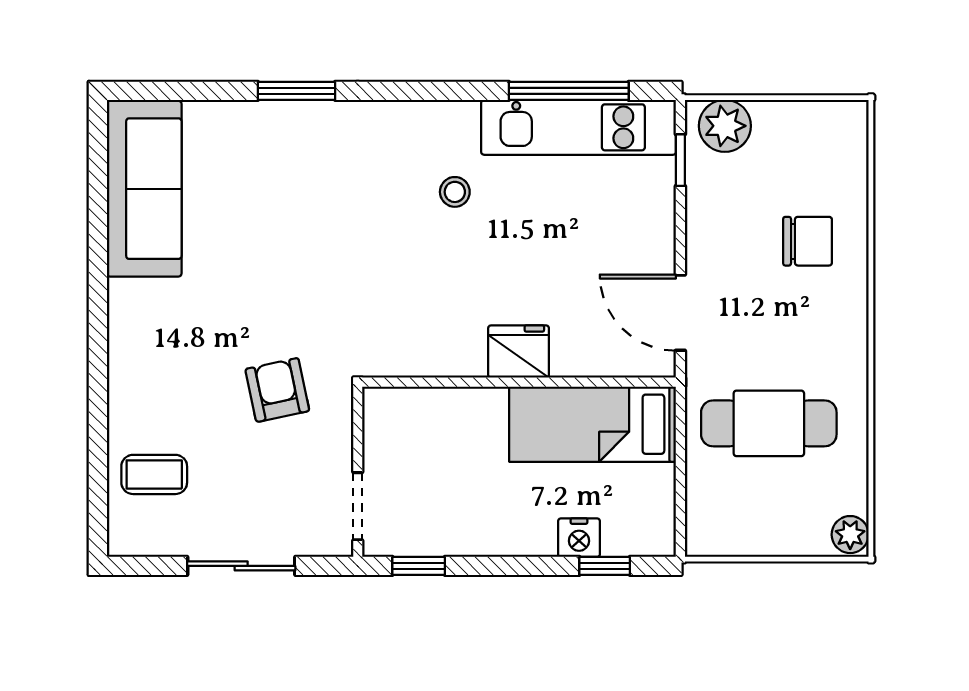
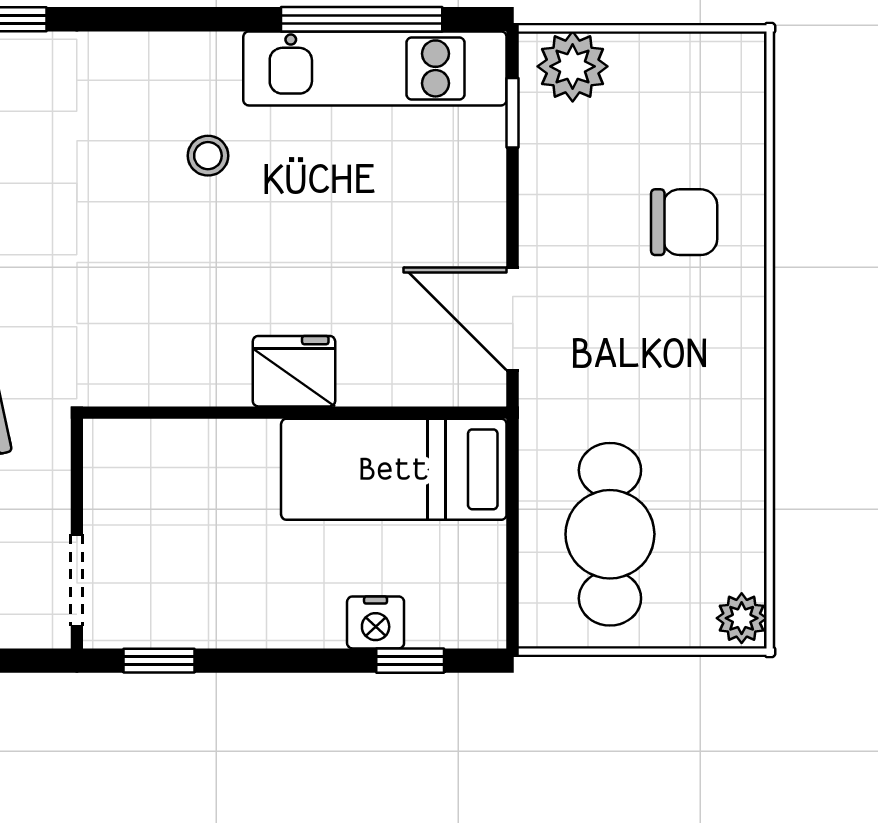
cafe table: (769, 423) -> (610, 534), moved, turned 90

